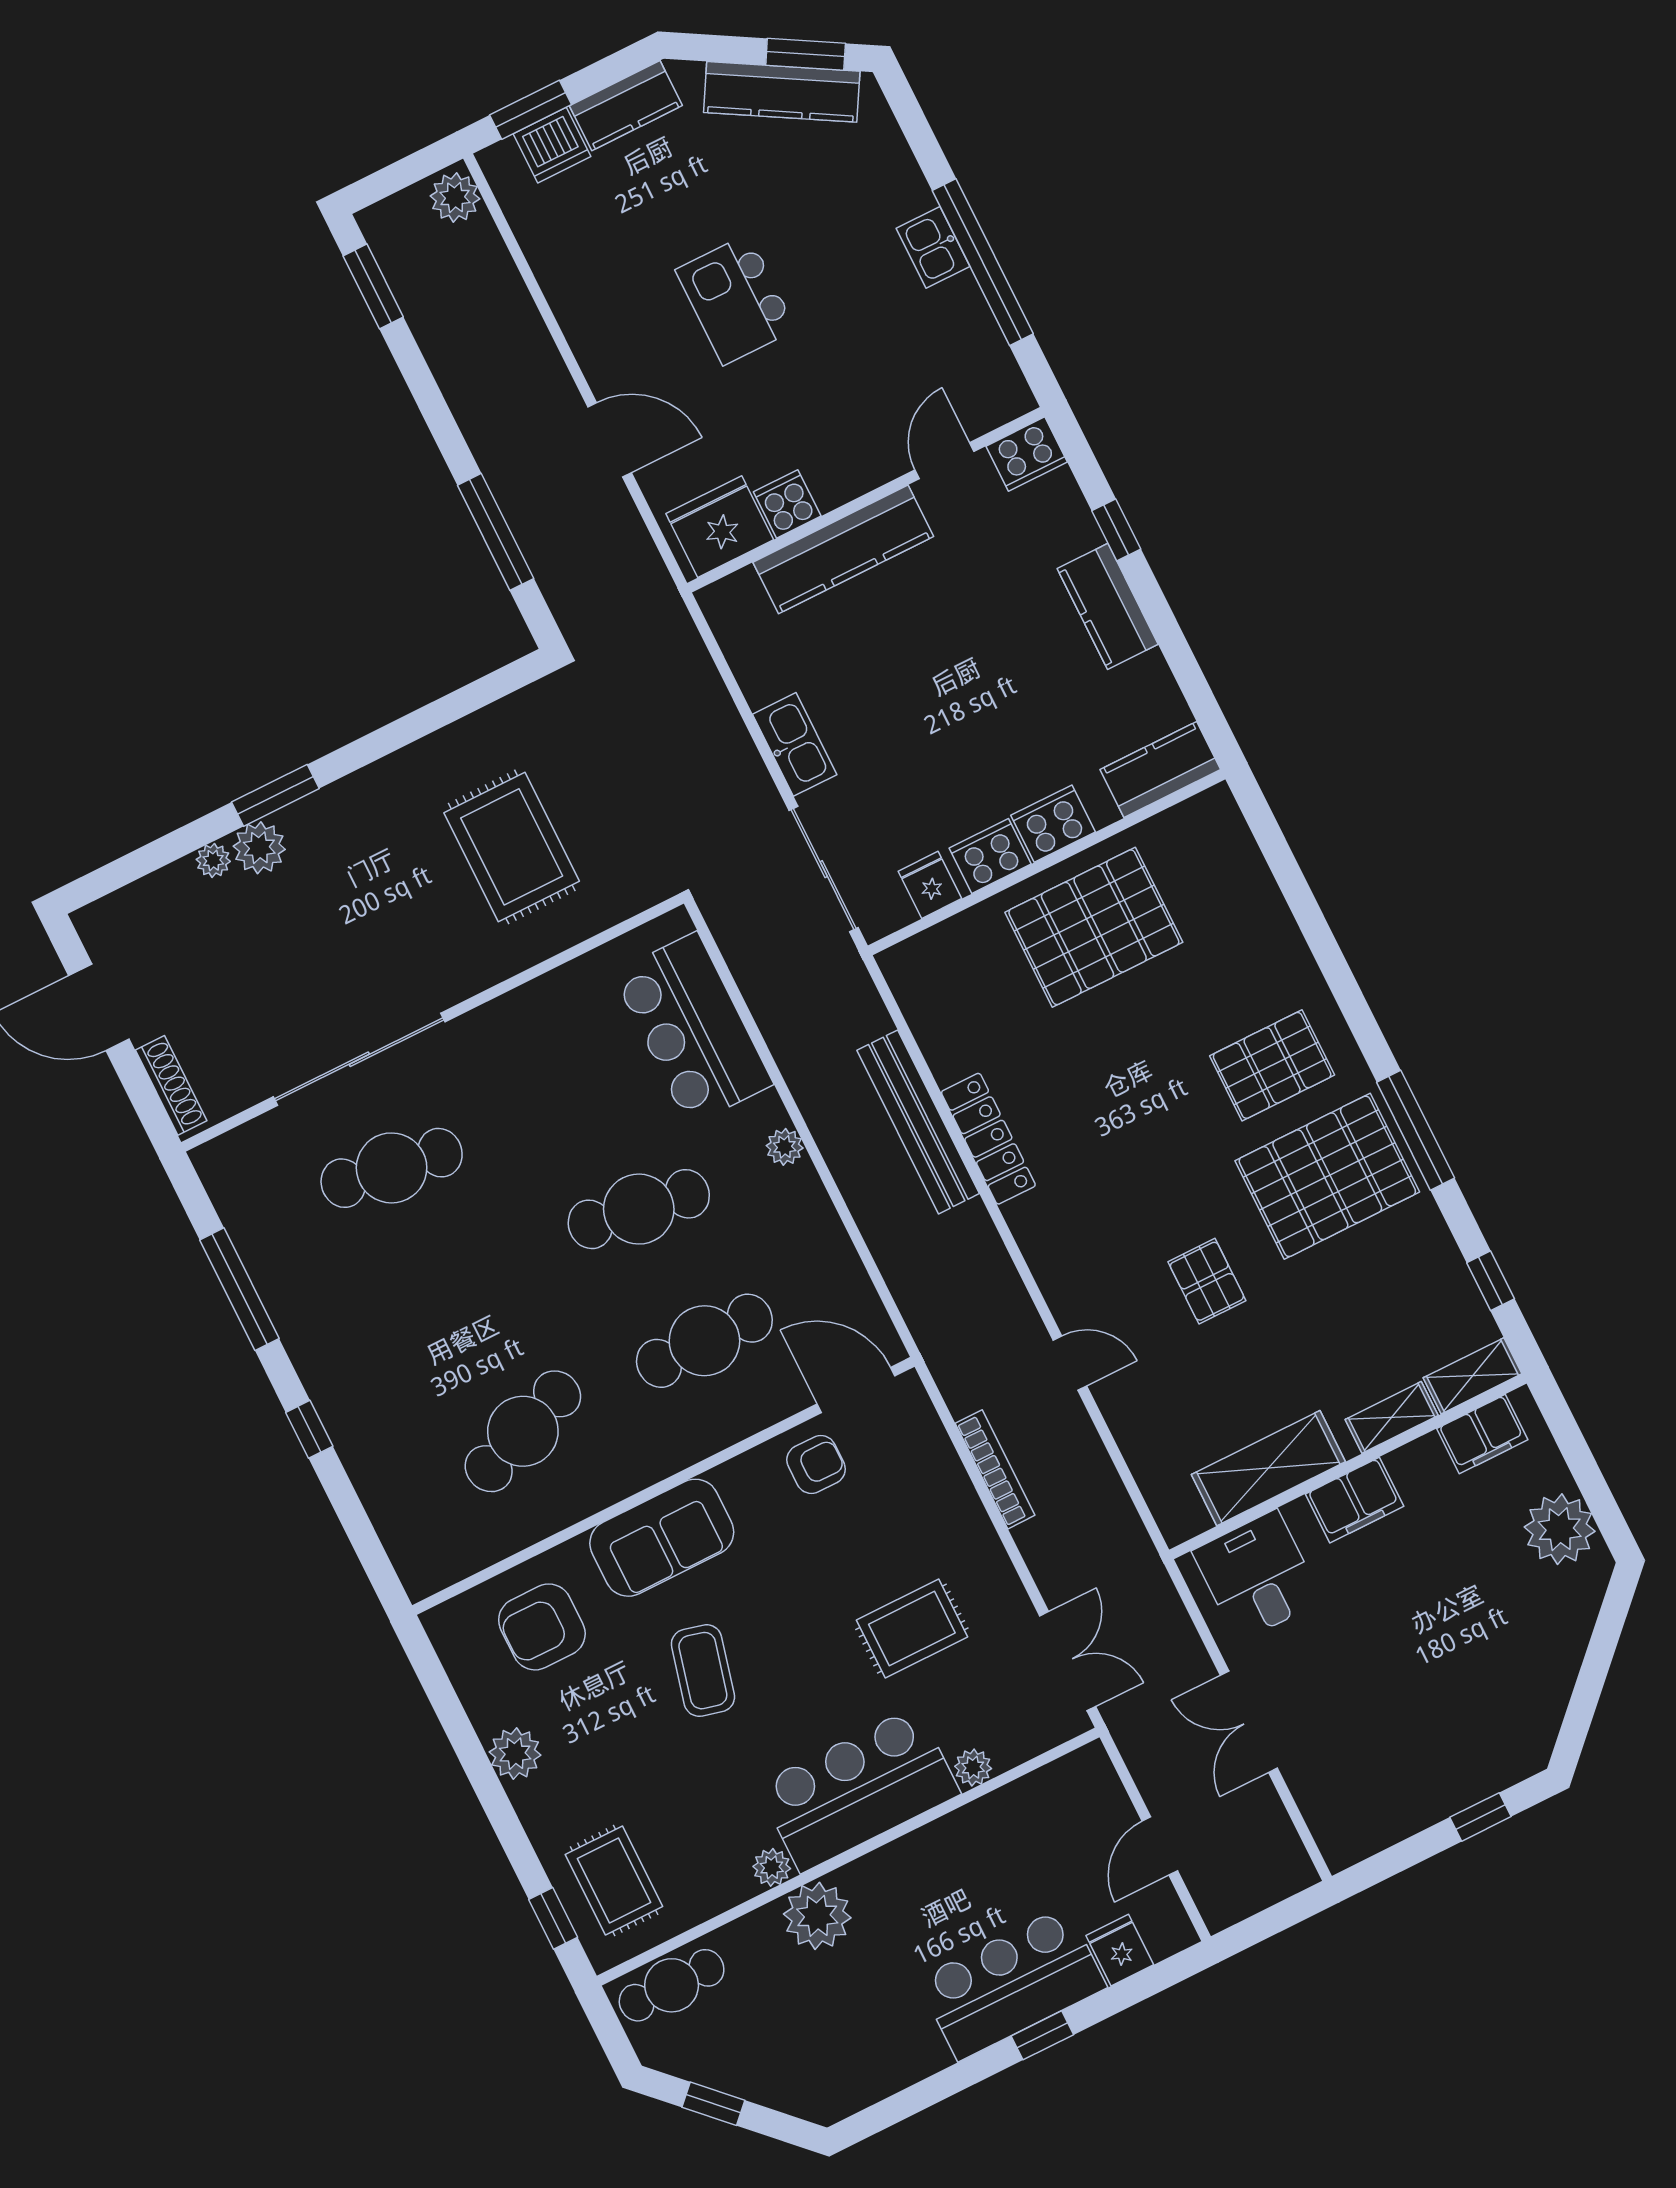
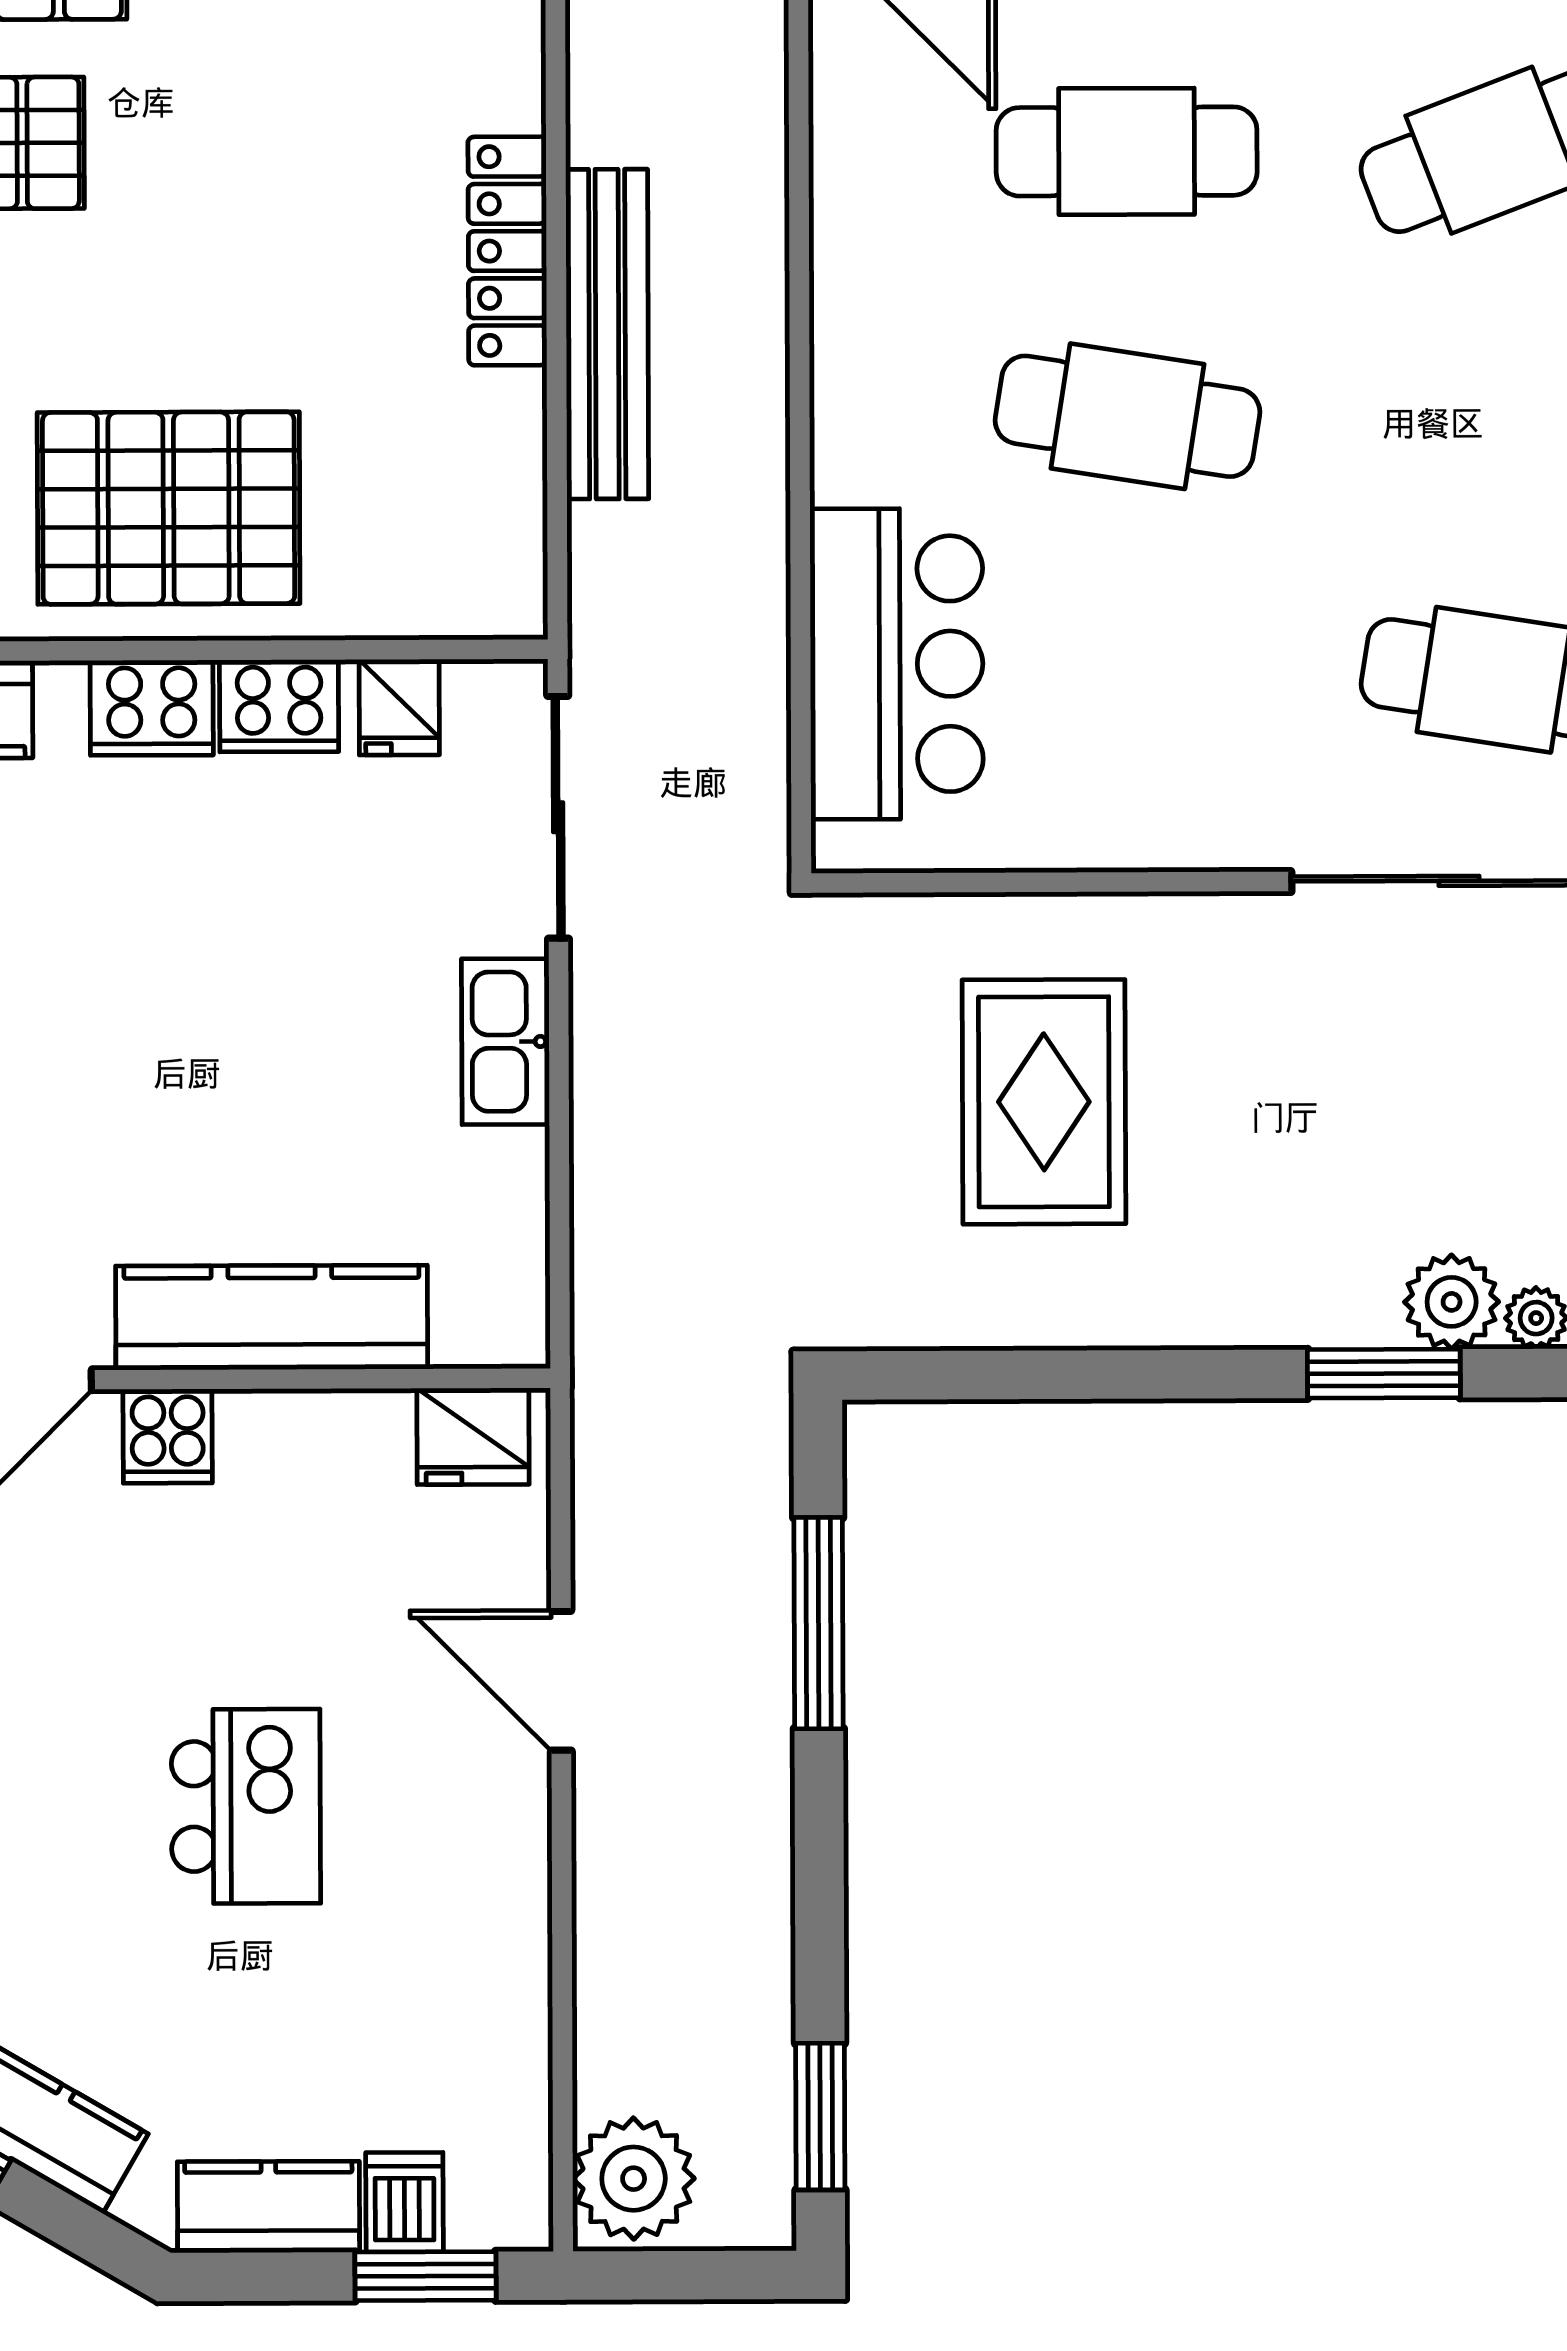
dishwasher: (552, 145) -> (404, 2202), width x0.73
plant: (455, 197) -> (634, 2179), width x1.36, depth x1.36
cooker: (787, 504) -> (168, 1436), moved
fridge: (720, 527) -> (473, 1436), width x0.73, depth x0.75
plant: (785, 1147) -> (843, 400), removed

